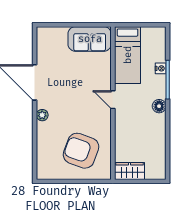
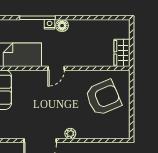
nightstand: (161, 68) -> (50, 24), moved
armchair: (81, 151) -> (103, 98), turned -133

